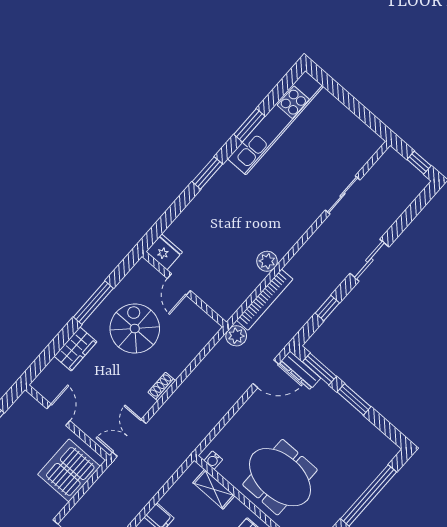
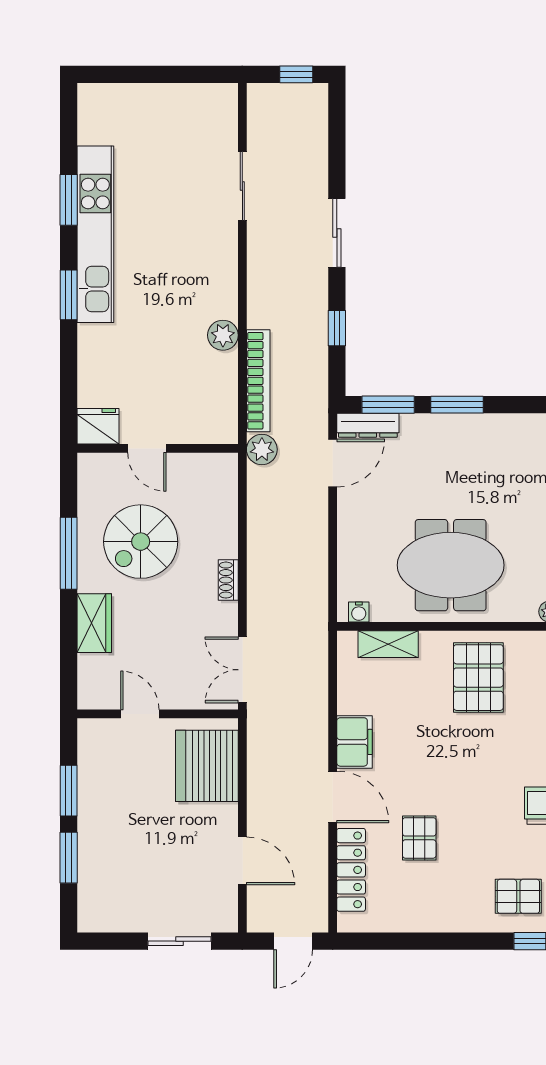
kitchen unit: (275, 123) -> (95, 234), moved
spiral stairs: (135, 329) -> (141, 542), turned -90

